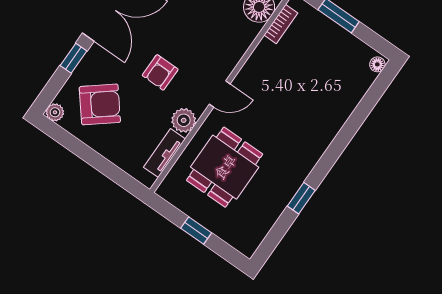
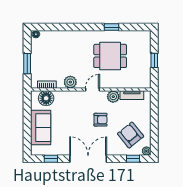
window: (73, 58) -> (133, 159), moved
plant: (258, 66) -> (70, 82), added
door: (220, 94) -> (92, 89), hinge flipped
dining table: (225, 167) -> (110, 56), moved

